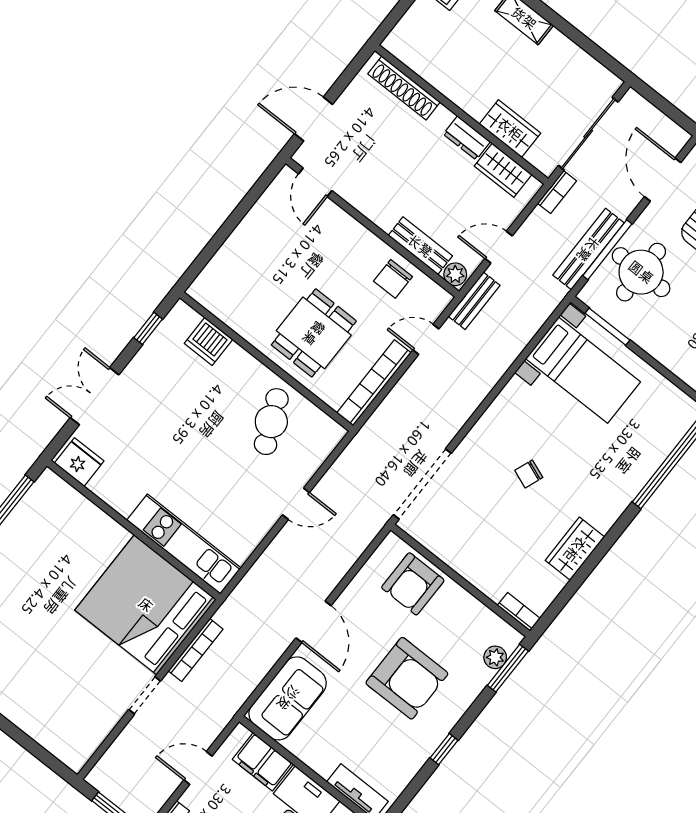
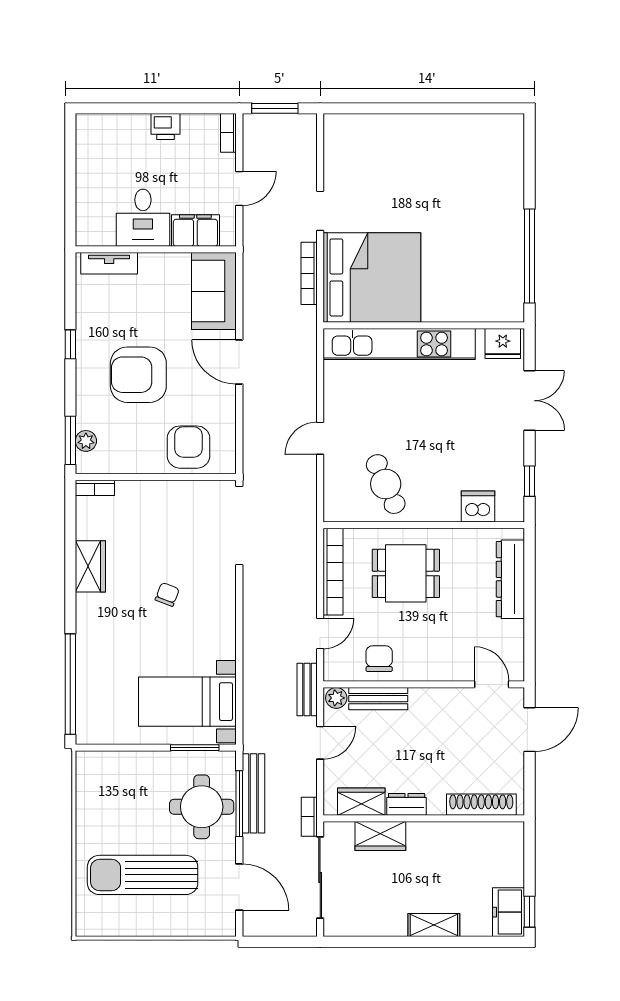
dresser: (229, 258) -> (510, 579), added
dining table: (314, 333) -> (406, 573), turned 90
kitchen unit: (184, 544) -> (399, 344), width x1.36

